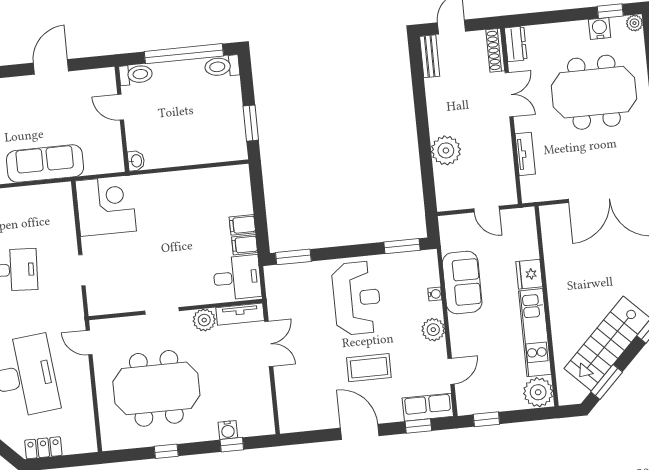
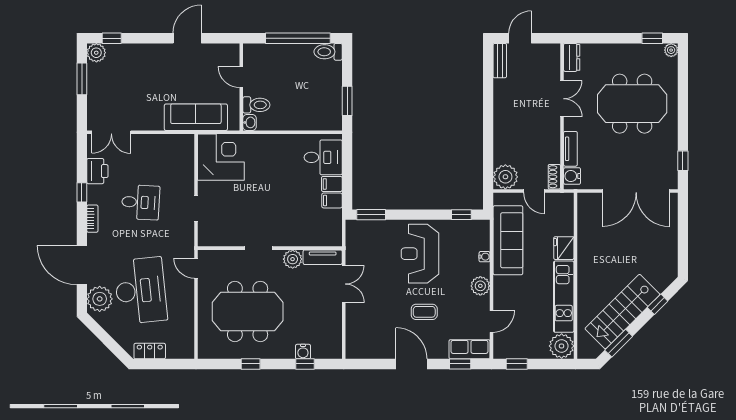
water cooler: (600, 28) -> (572, 176), moved, turned -90
shoe rack: (495, 50) -> (554, 177), moved, width x0.70
toilet: (136, 75) -> (256, 105), moved
plant: (446, 150) -> (505, 177), moved
sofa: (45, 164) -> (196, 117), moved
window: (402, 246) -> (461, 215), width x0.67
desk: (237, 278) -> (323, 157), moved
sofa: (462, 282) -> (508, 240), width x1.36
reception desk: (357, 298) -> (420, 254), turned 180
coffee table: (369, 368) -> (424, 312), width x0.73, depth x0.77

